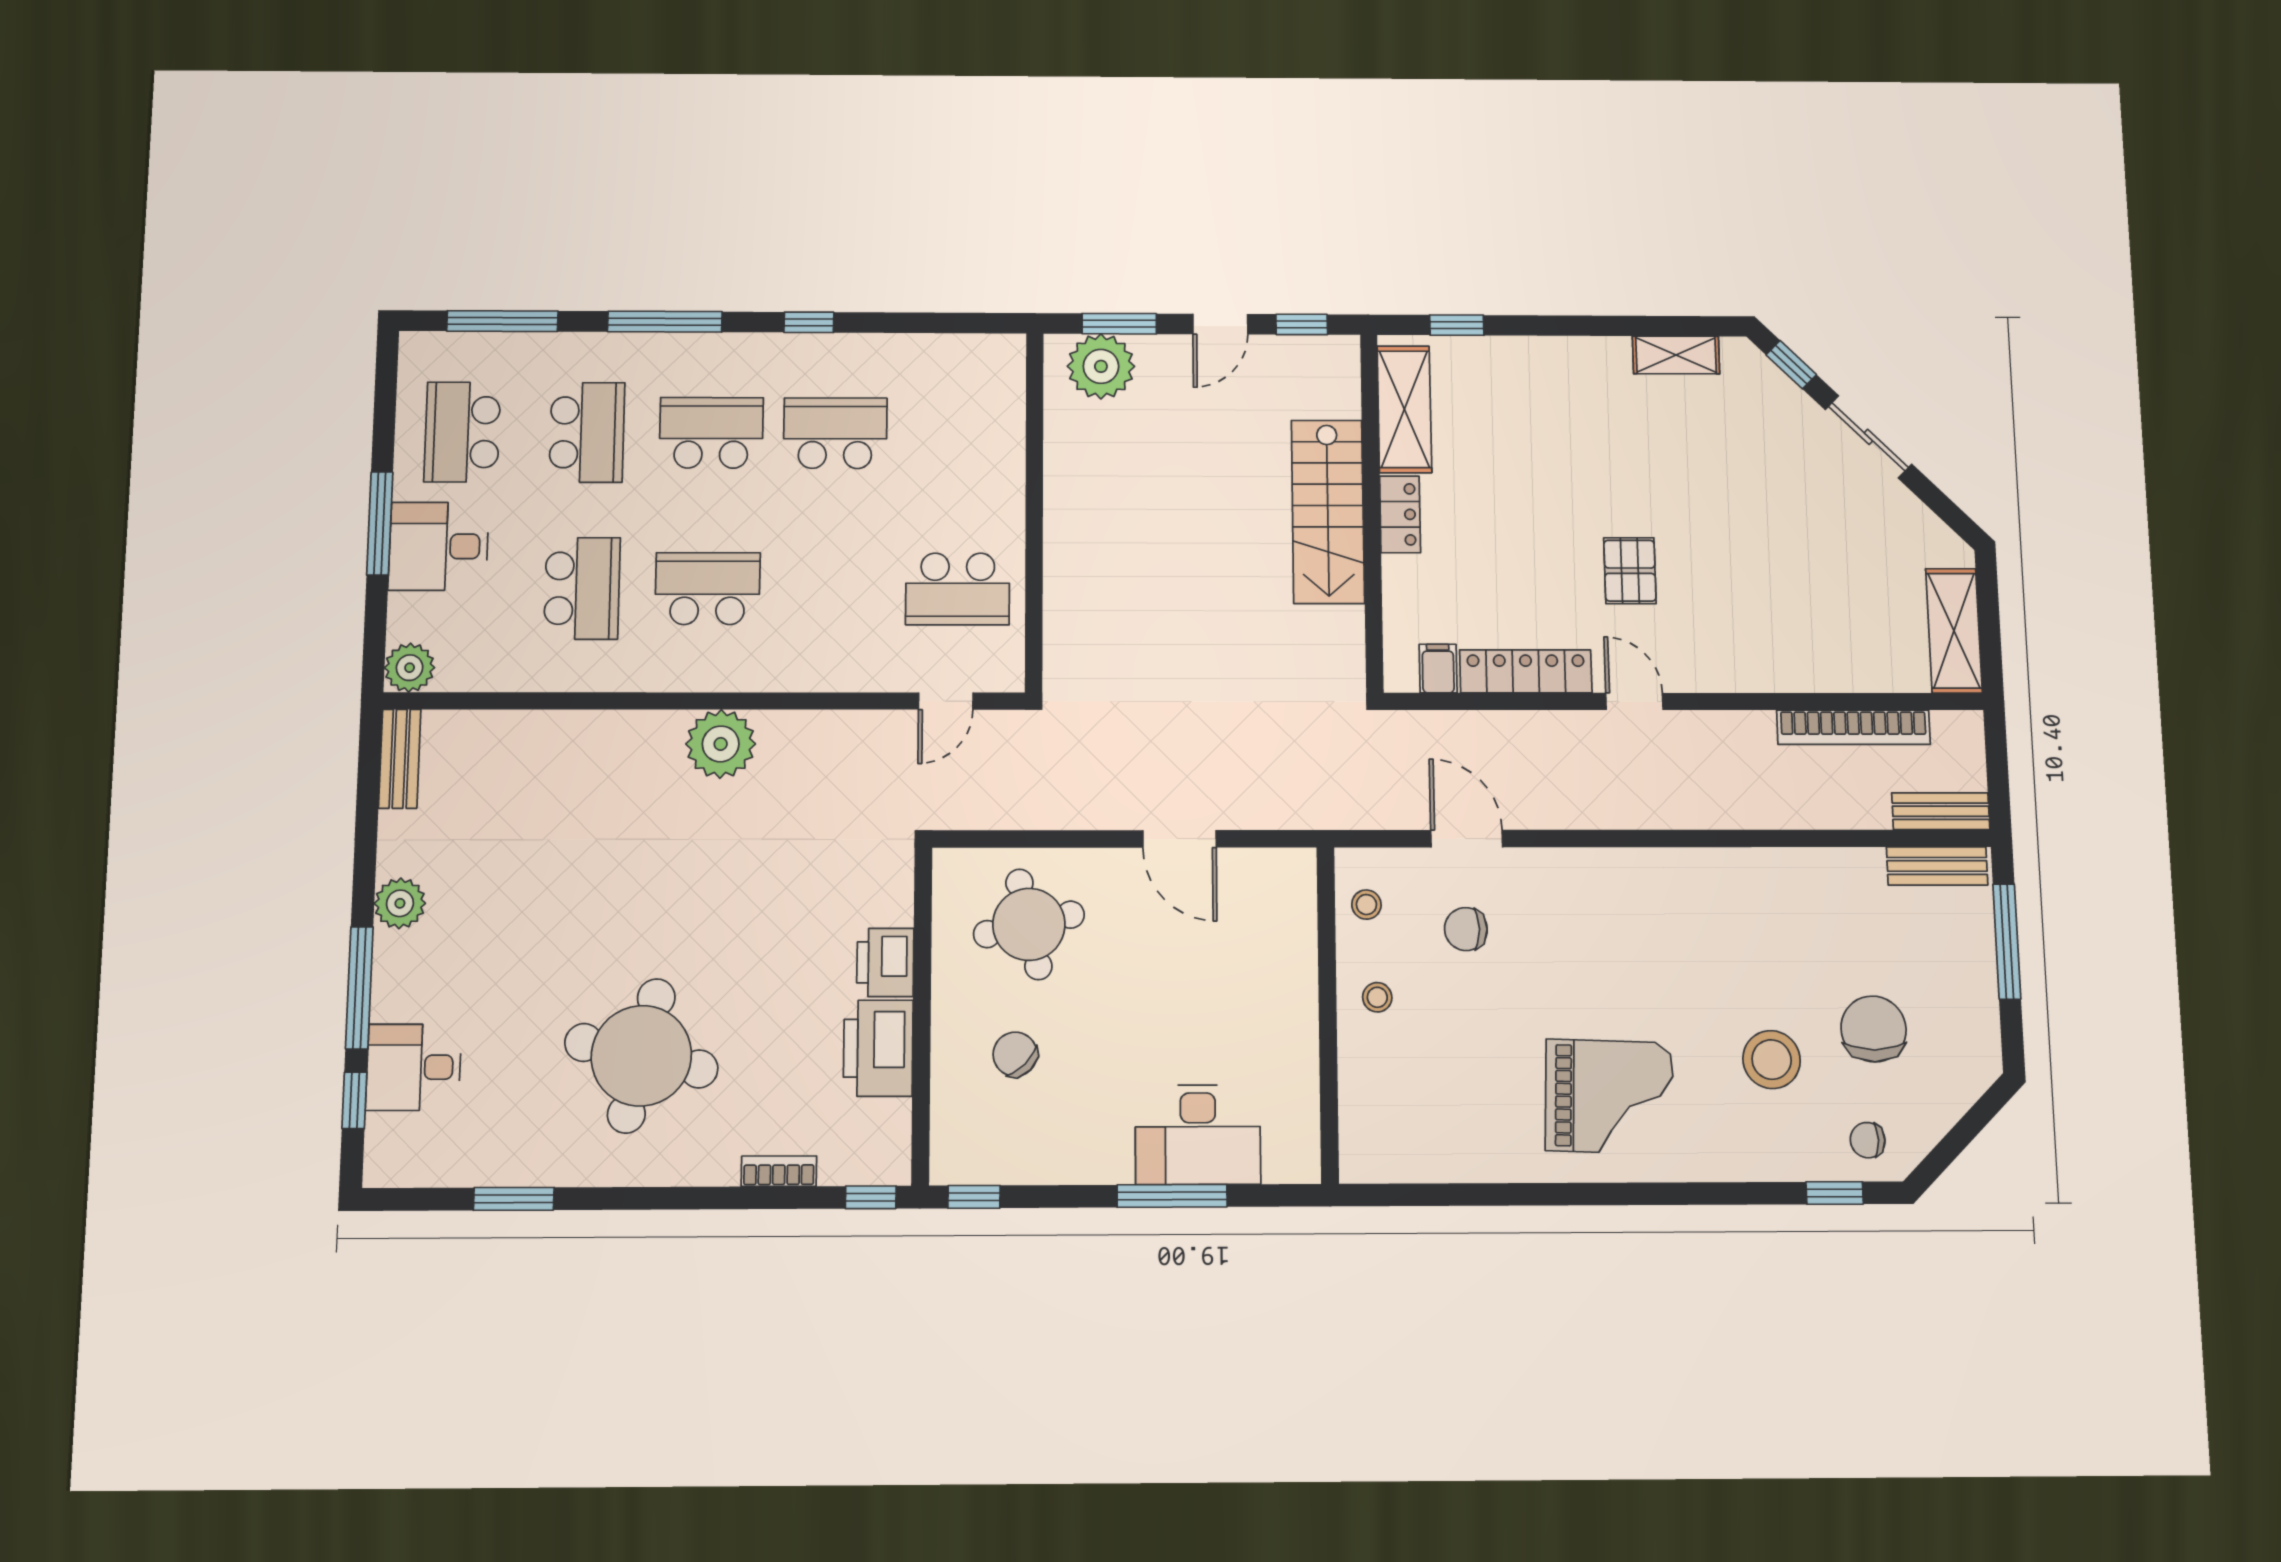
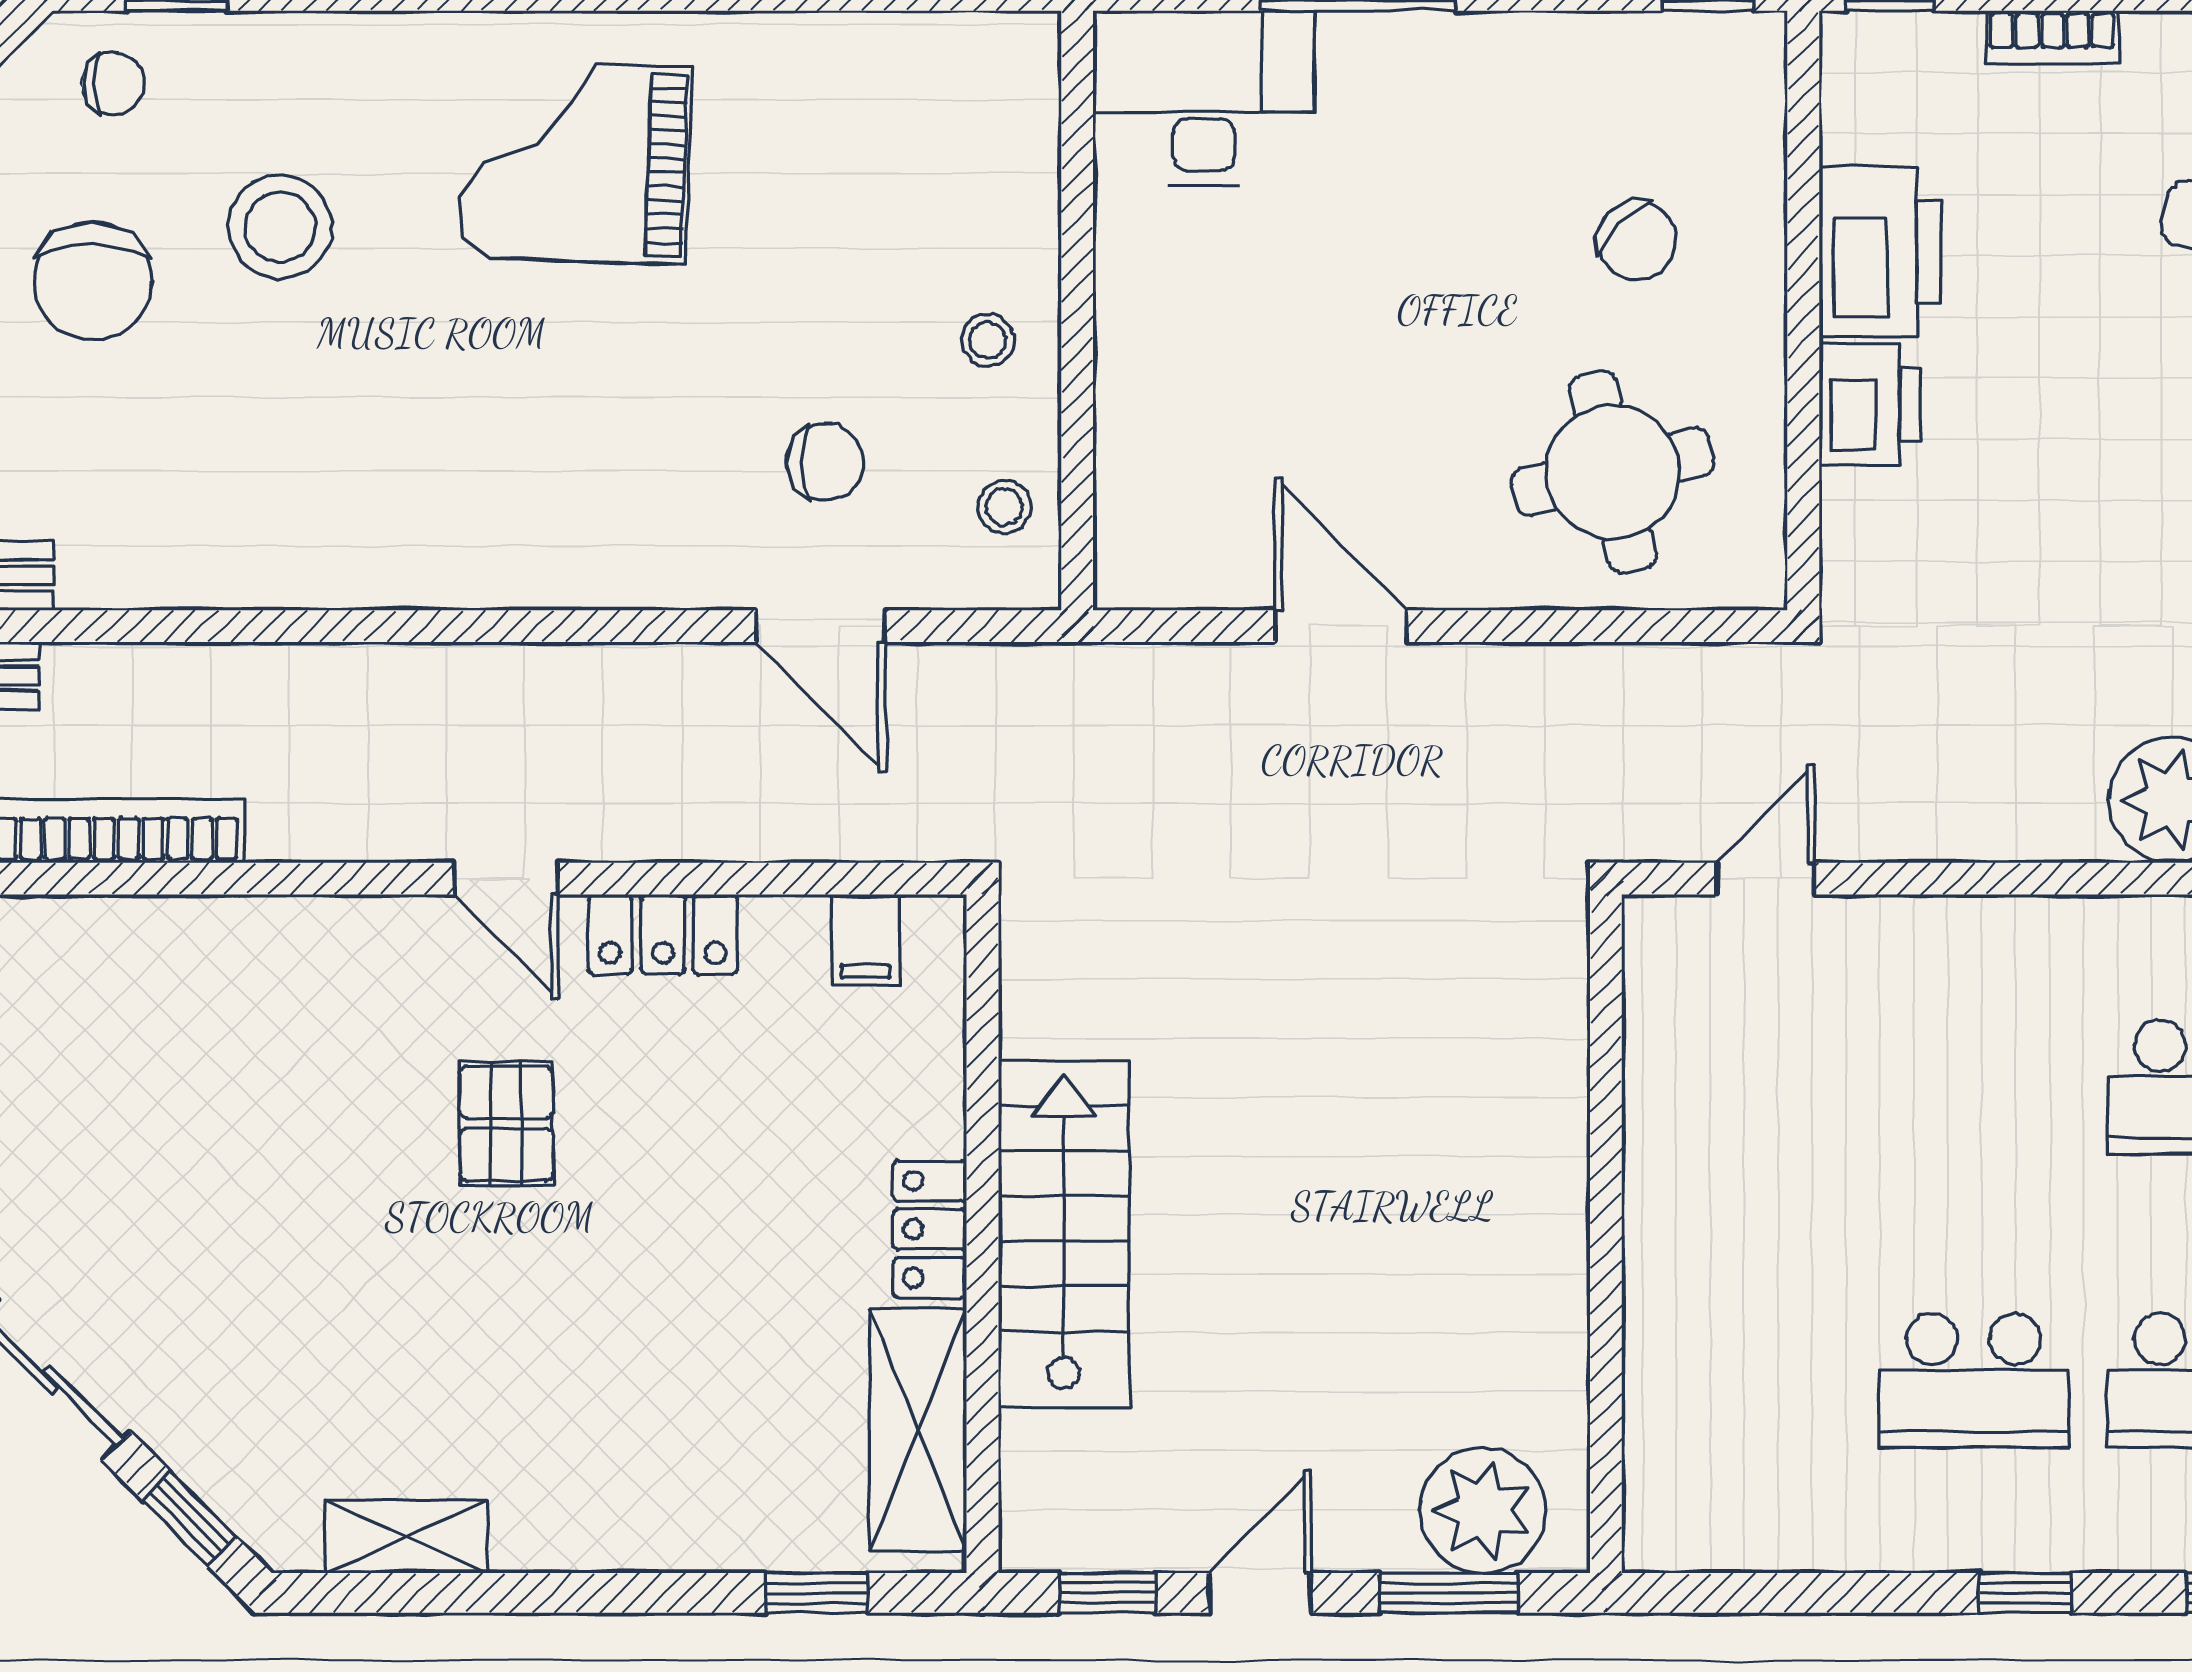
school desk: (958, 589) -> (1745, 1087), removed
locker: (1526, 671) -> (663, 934), width x0.66
desk: (1198, 1135) -> (1204, 98), moved

